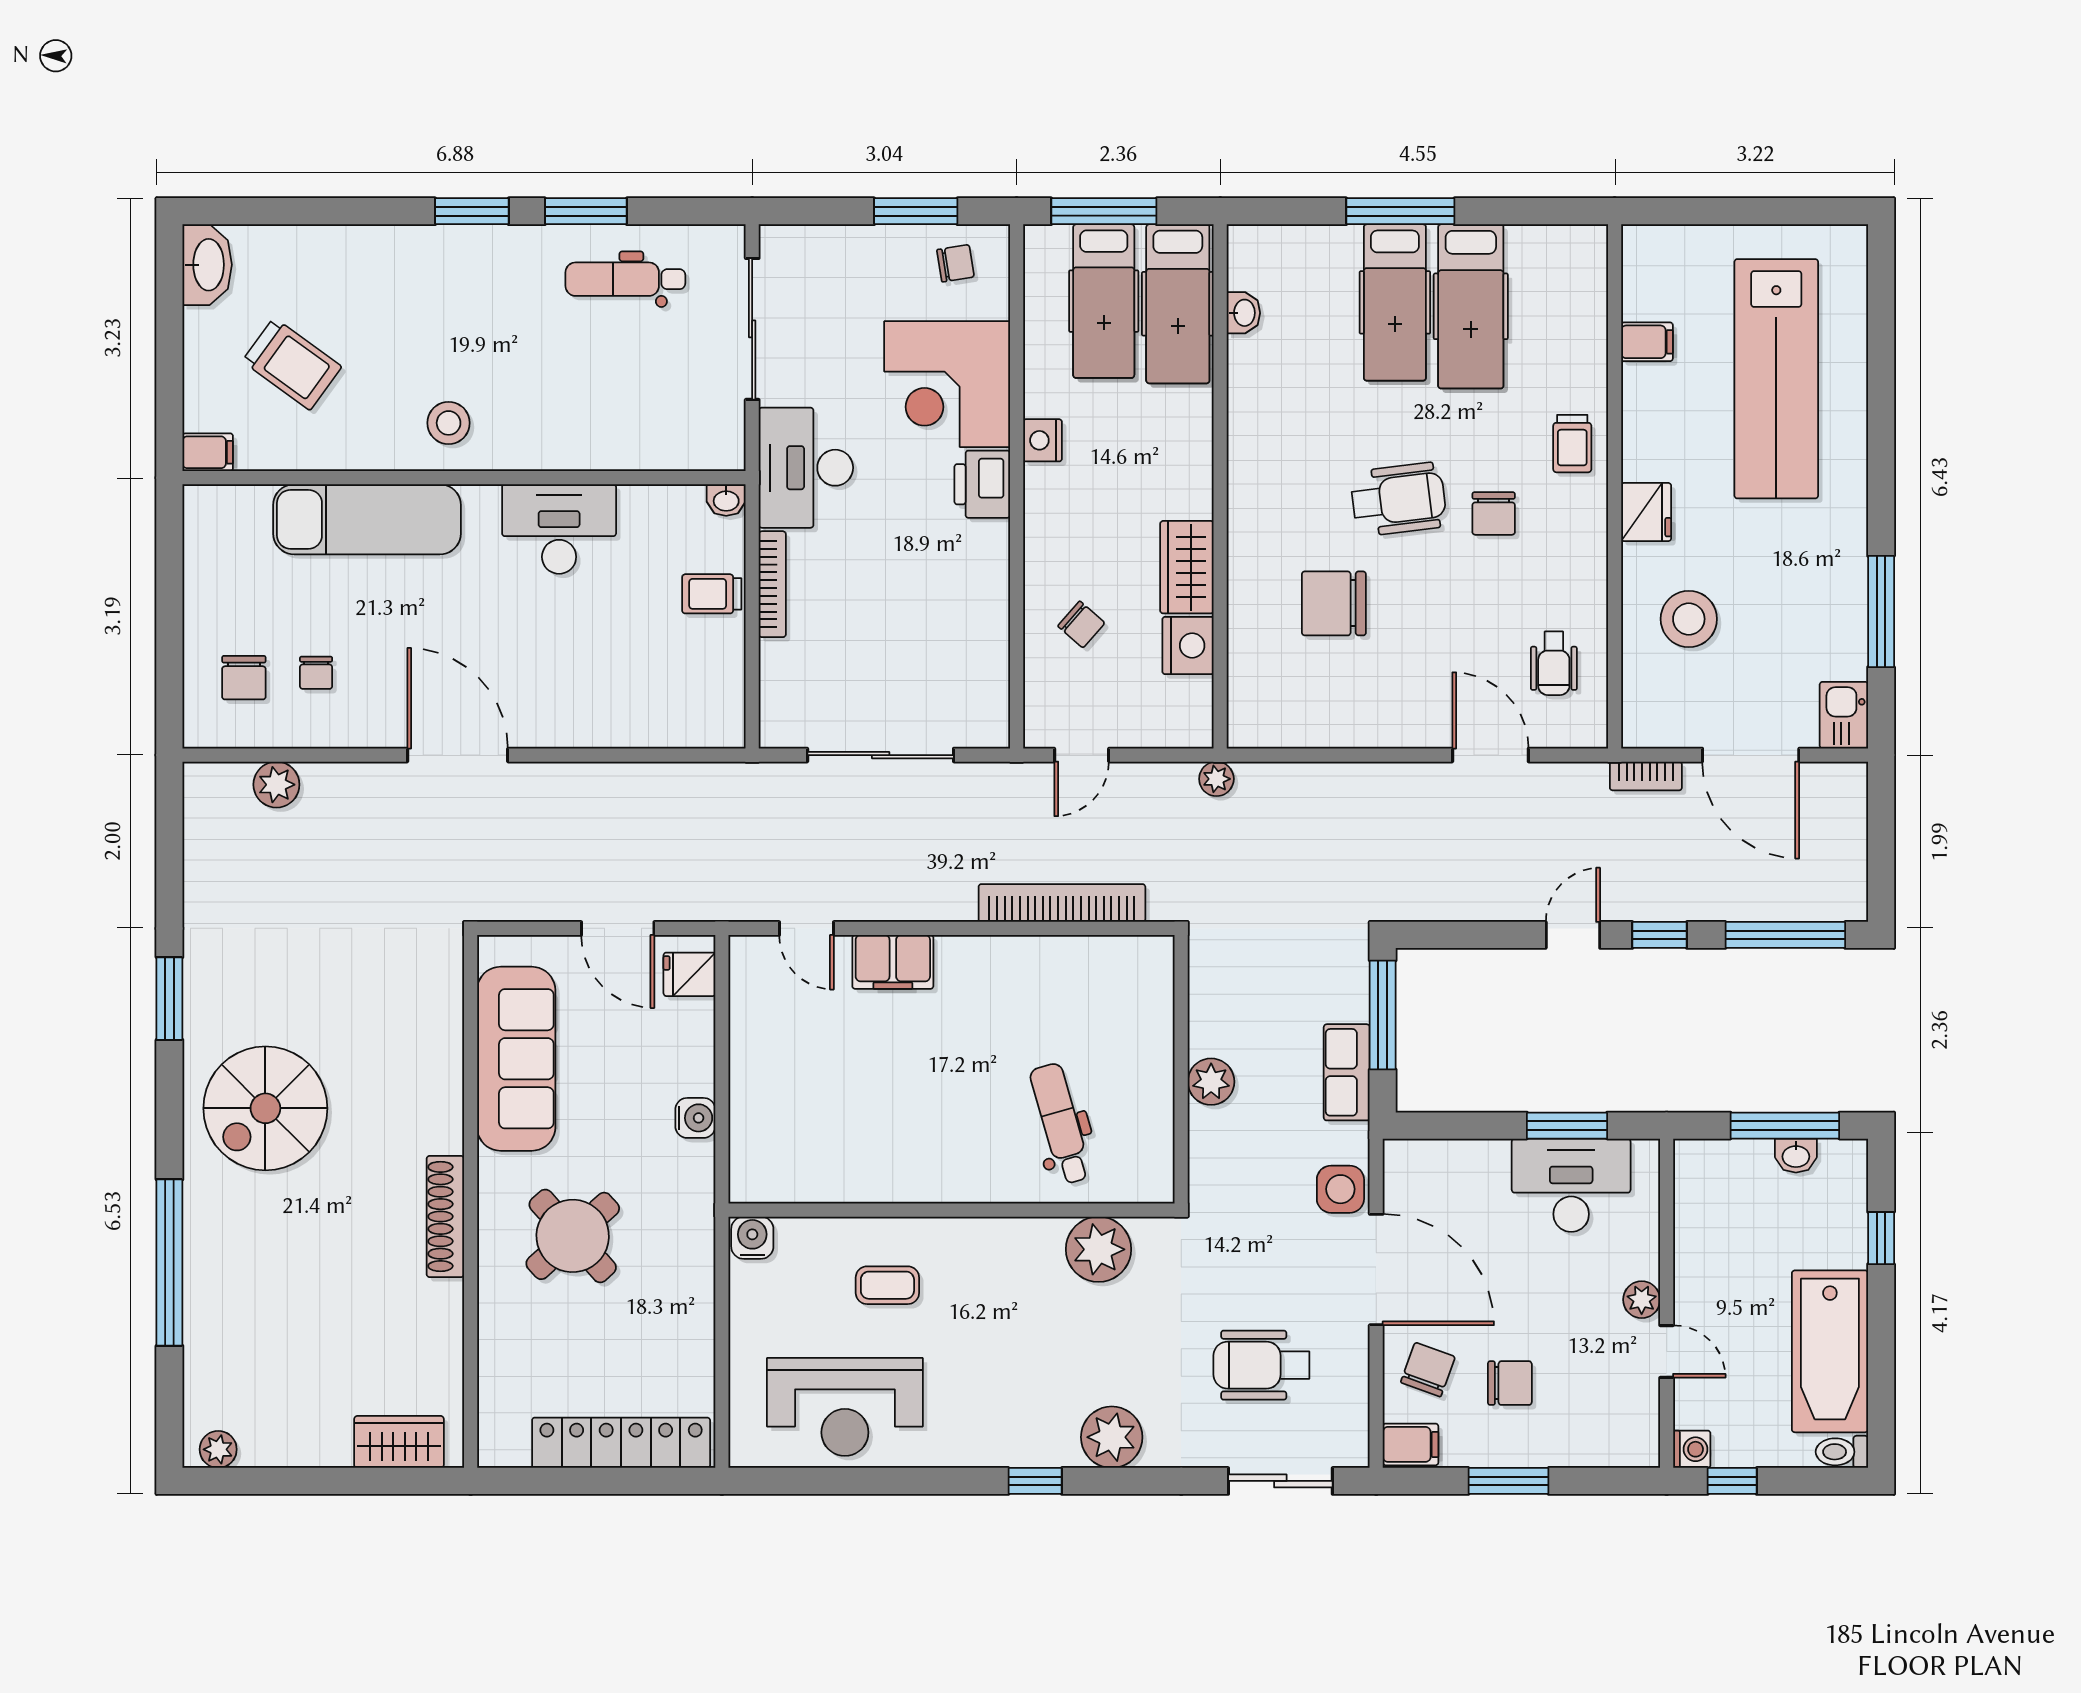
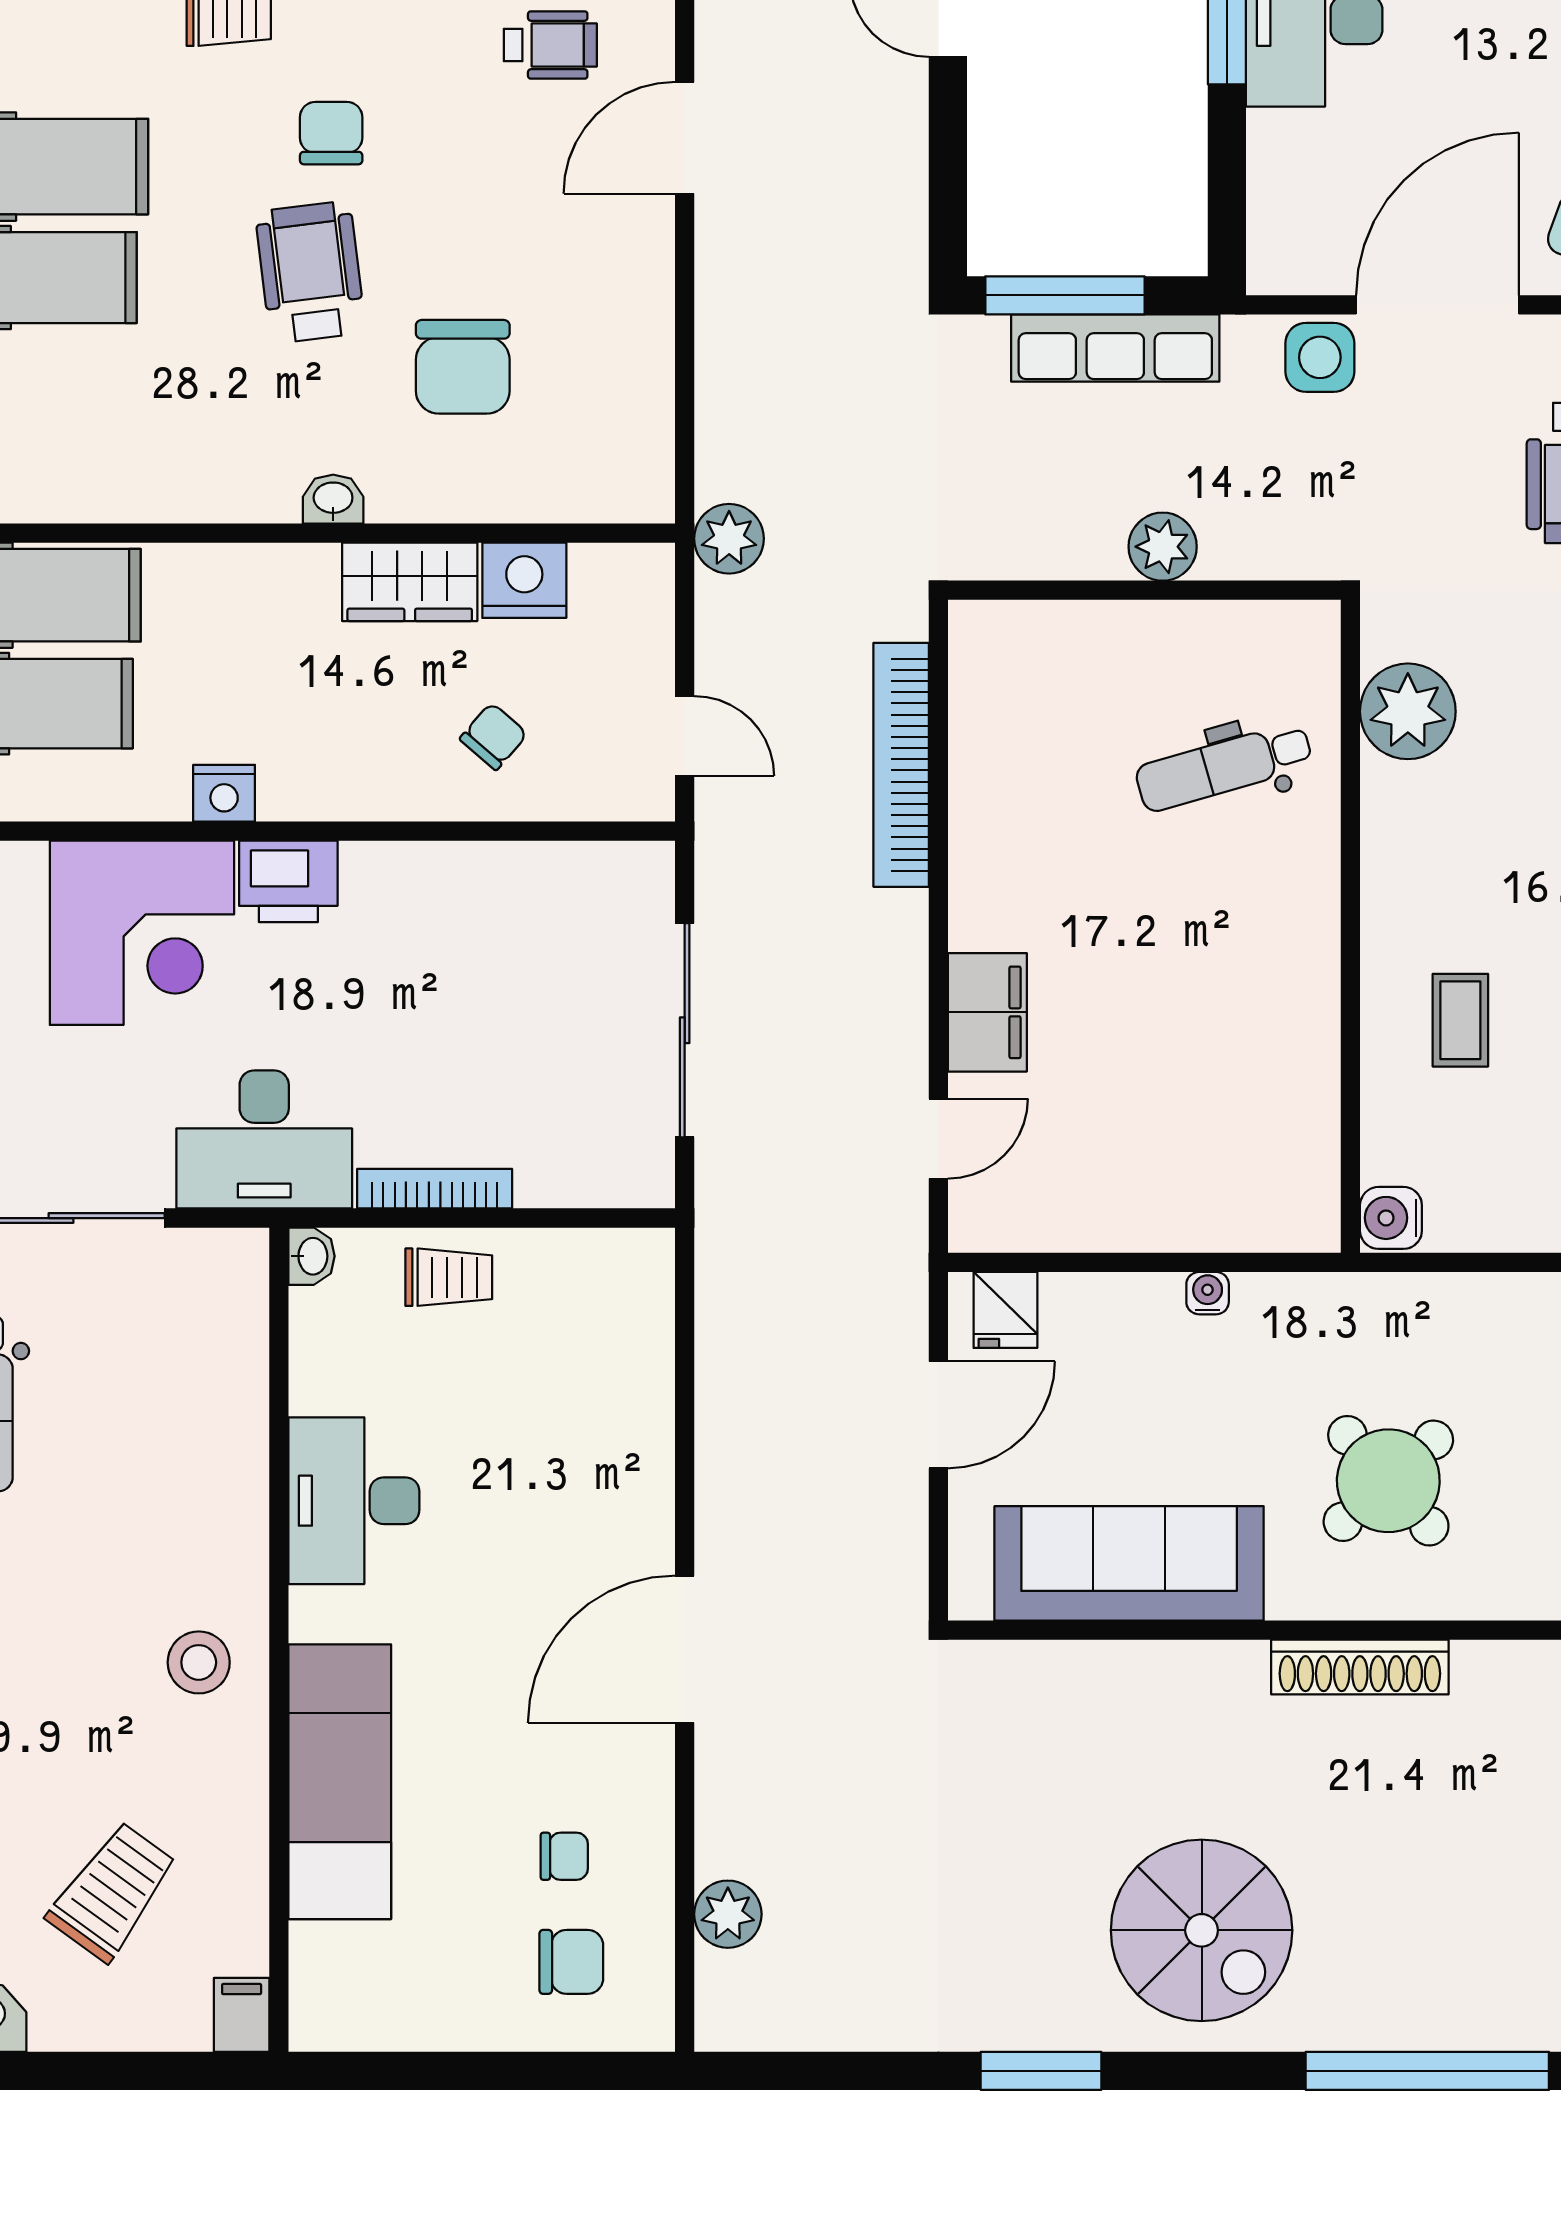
washbasin: (1243, 313) -> (333, 499), moved
chair: (1494, 513) -> (331, 133), turned -90
trolley: (712, 594) -> (449, 1277), turned -90
plant: (1216, 779) -> (729, 539), width x1.38, depth x1.38
row of seats: (1347, 1072) -> (1115, 348), width x1.48
water cooler: (695, 1118) -> (1208, 1293), width x0.72, depth x0.72

